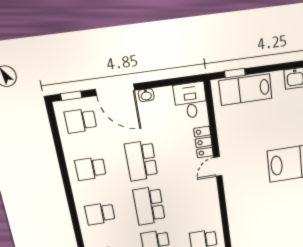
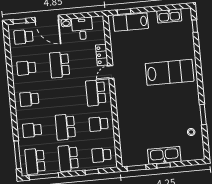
desk: (191, 100) -> (82, 29), moved
school desk: (149, 206) -> (96, 93), moved

